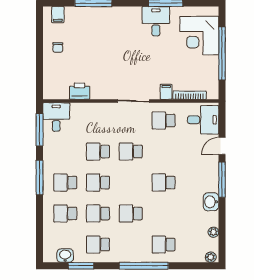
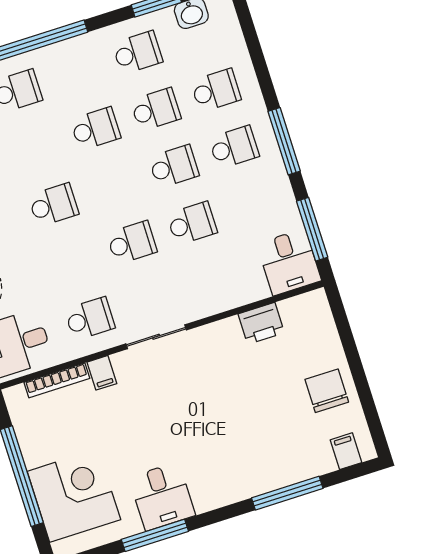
chair: (58, 47) -> (327, 391), width x1.87, depth x1.87

